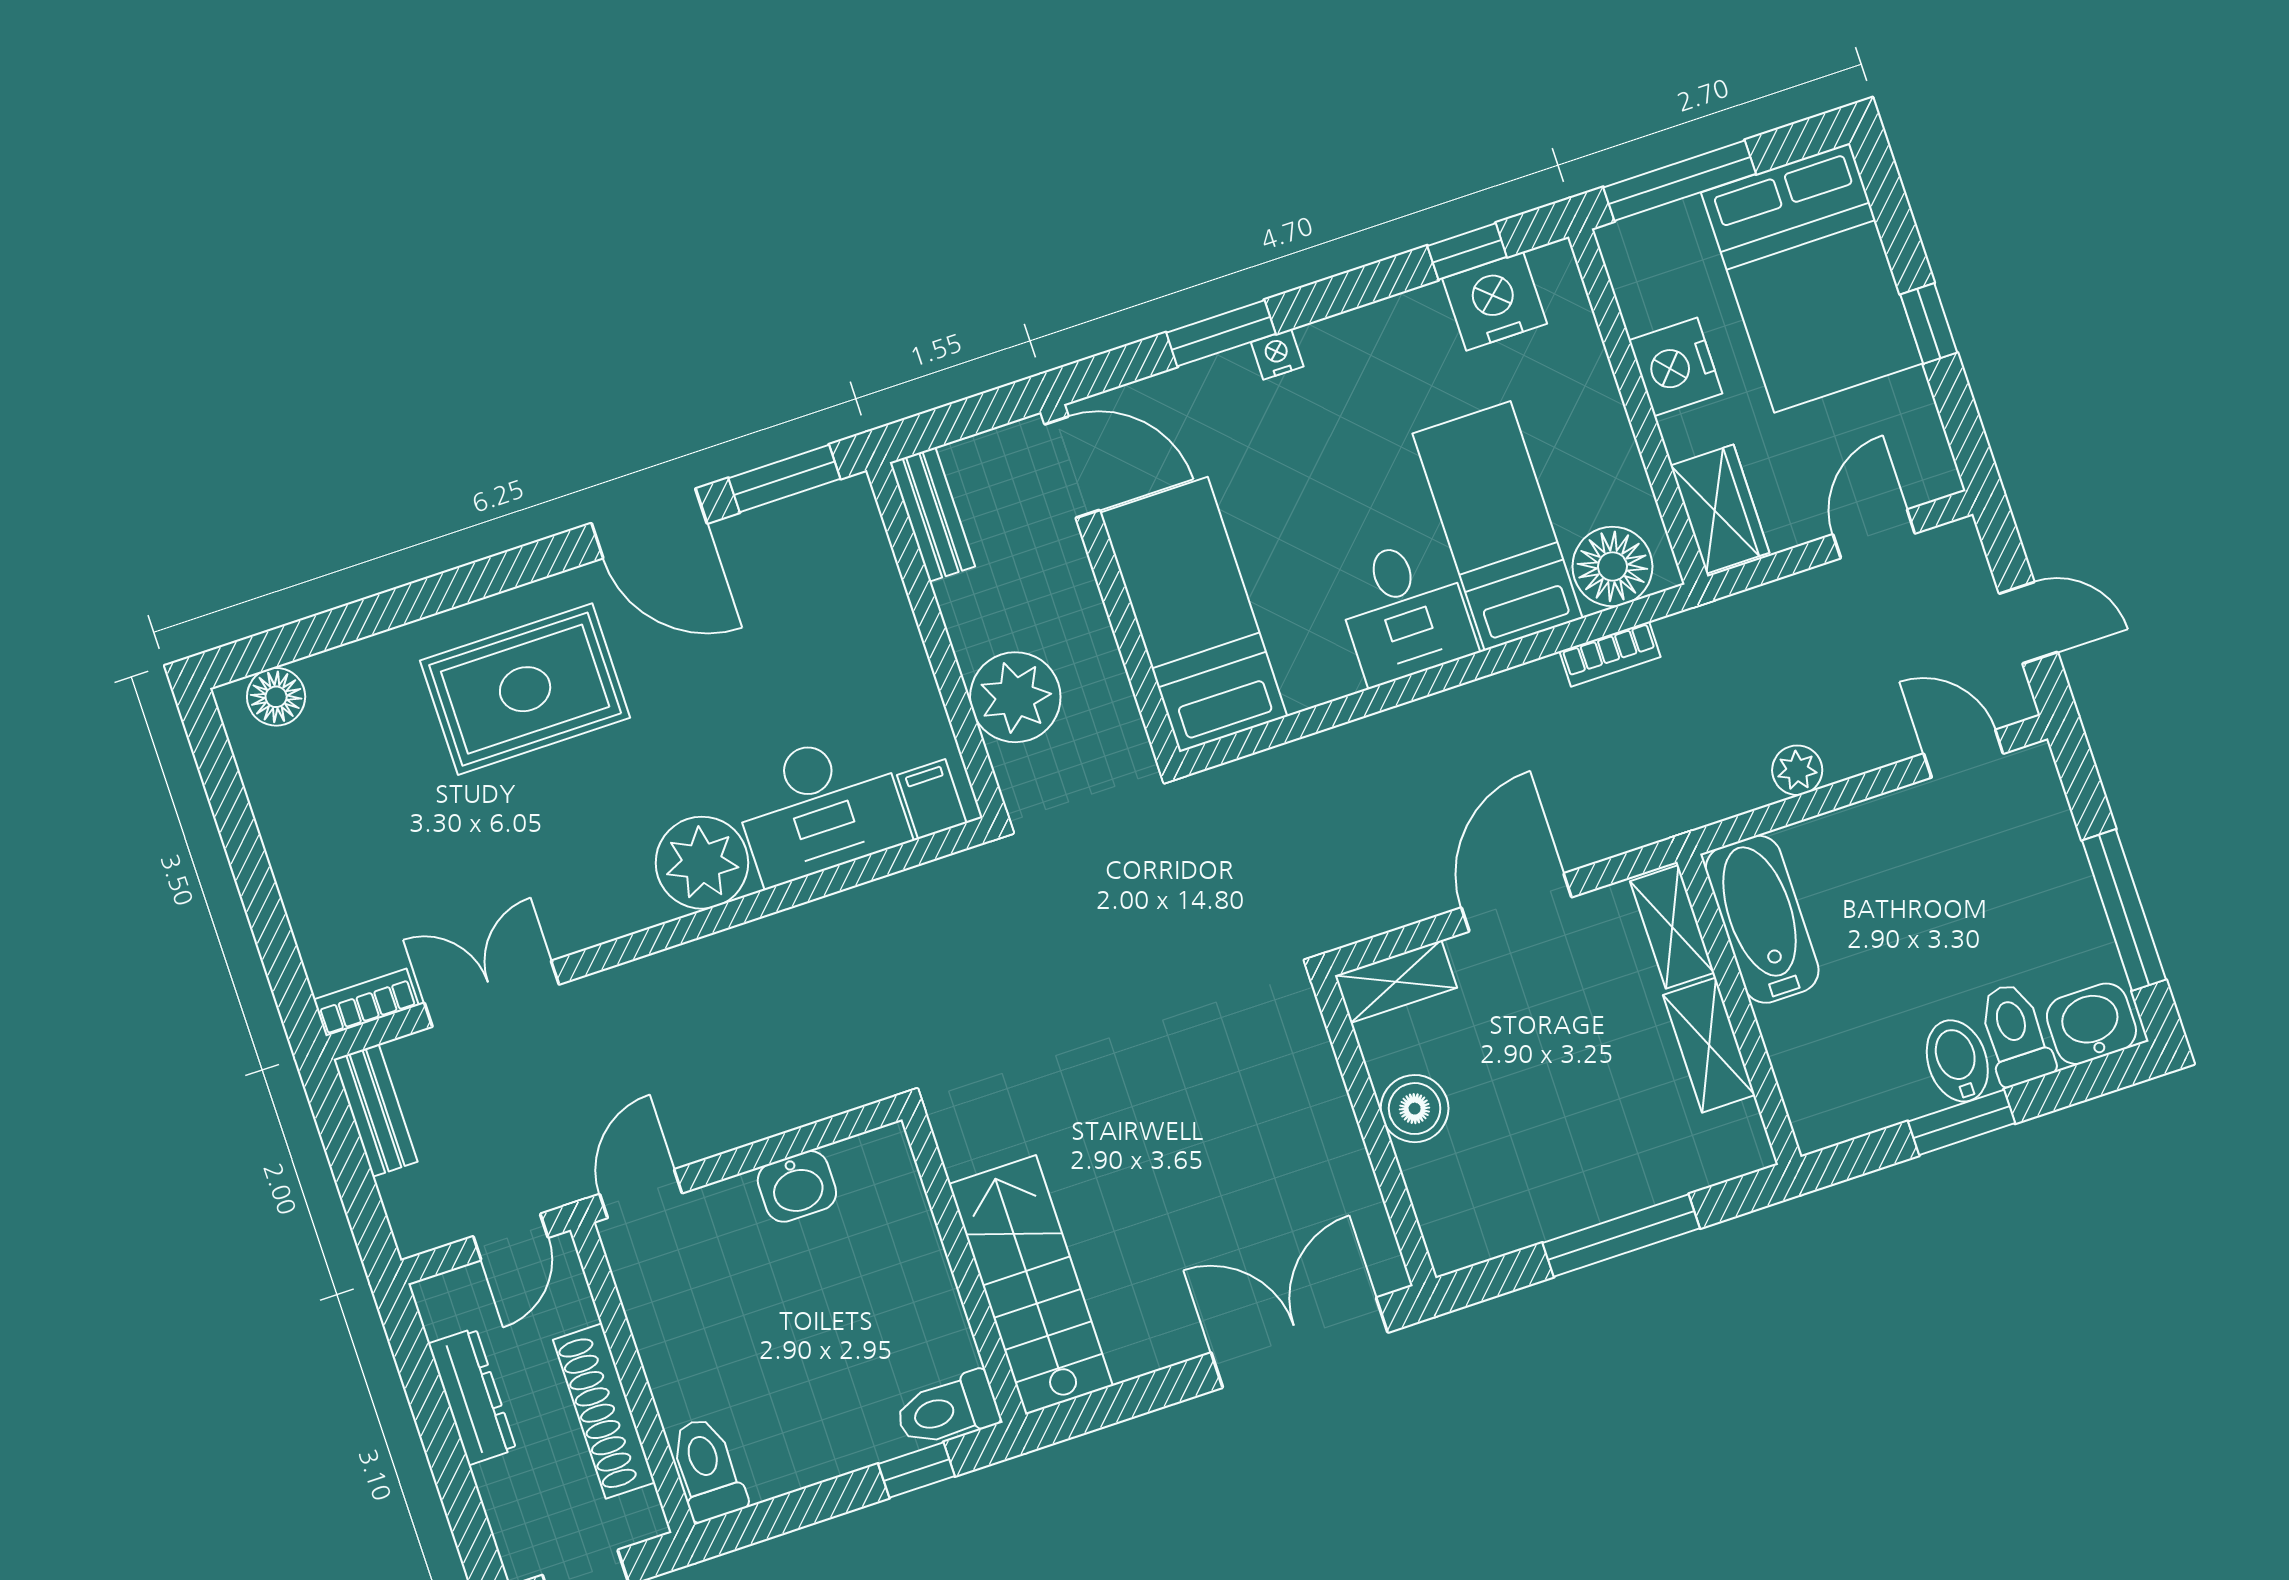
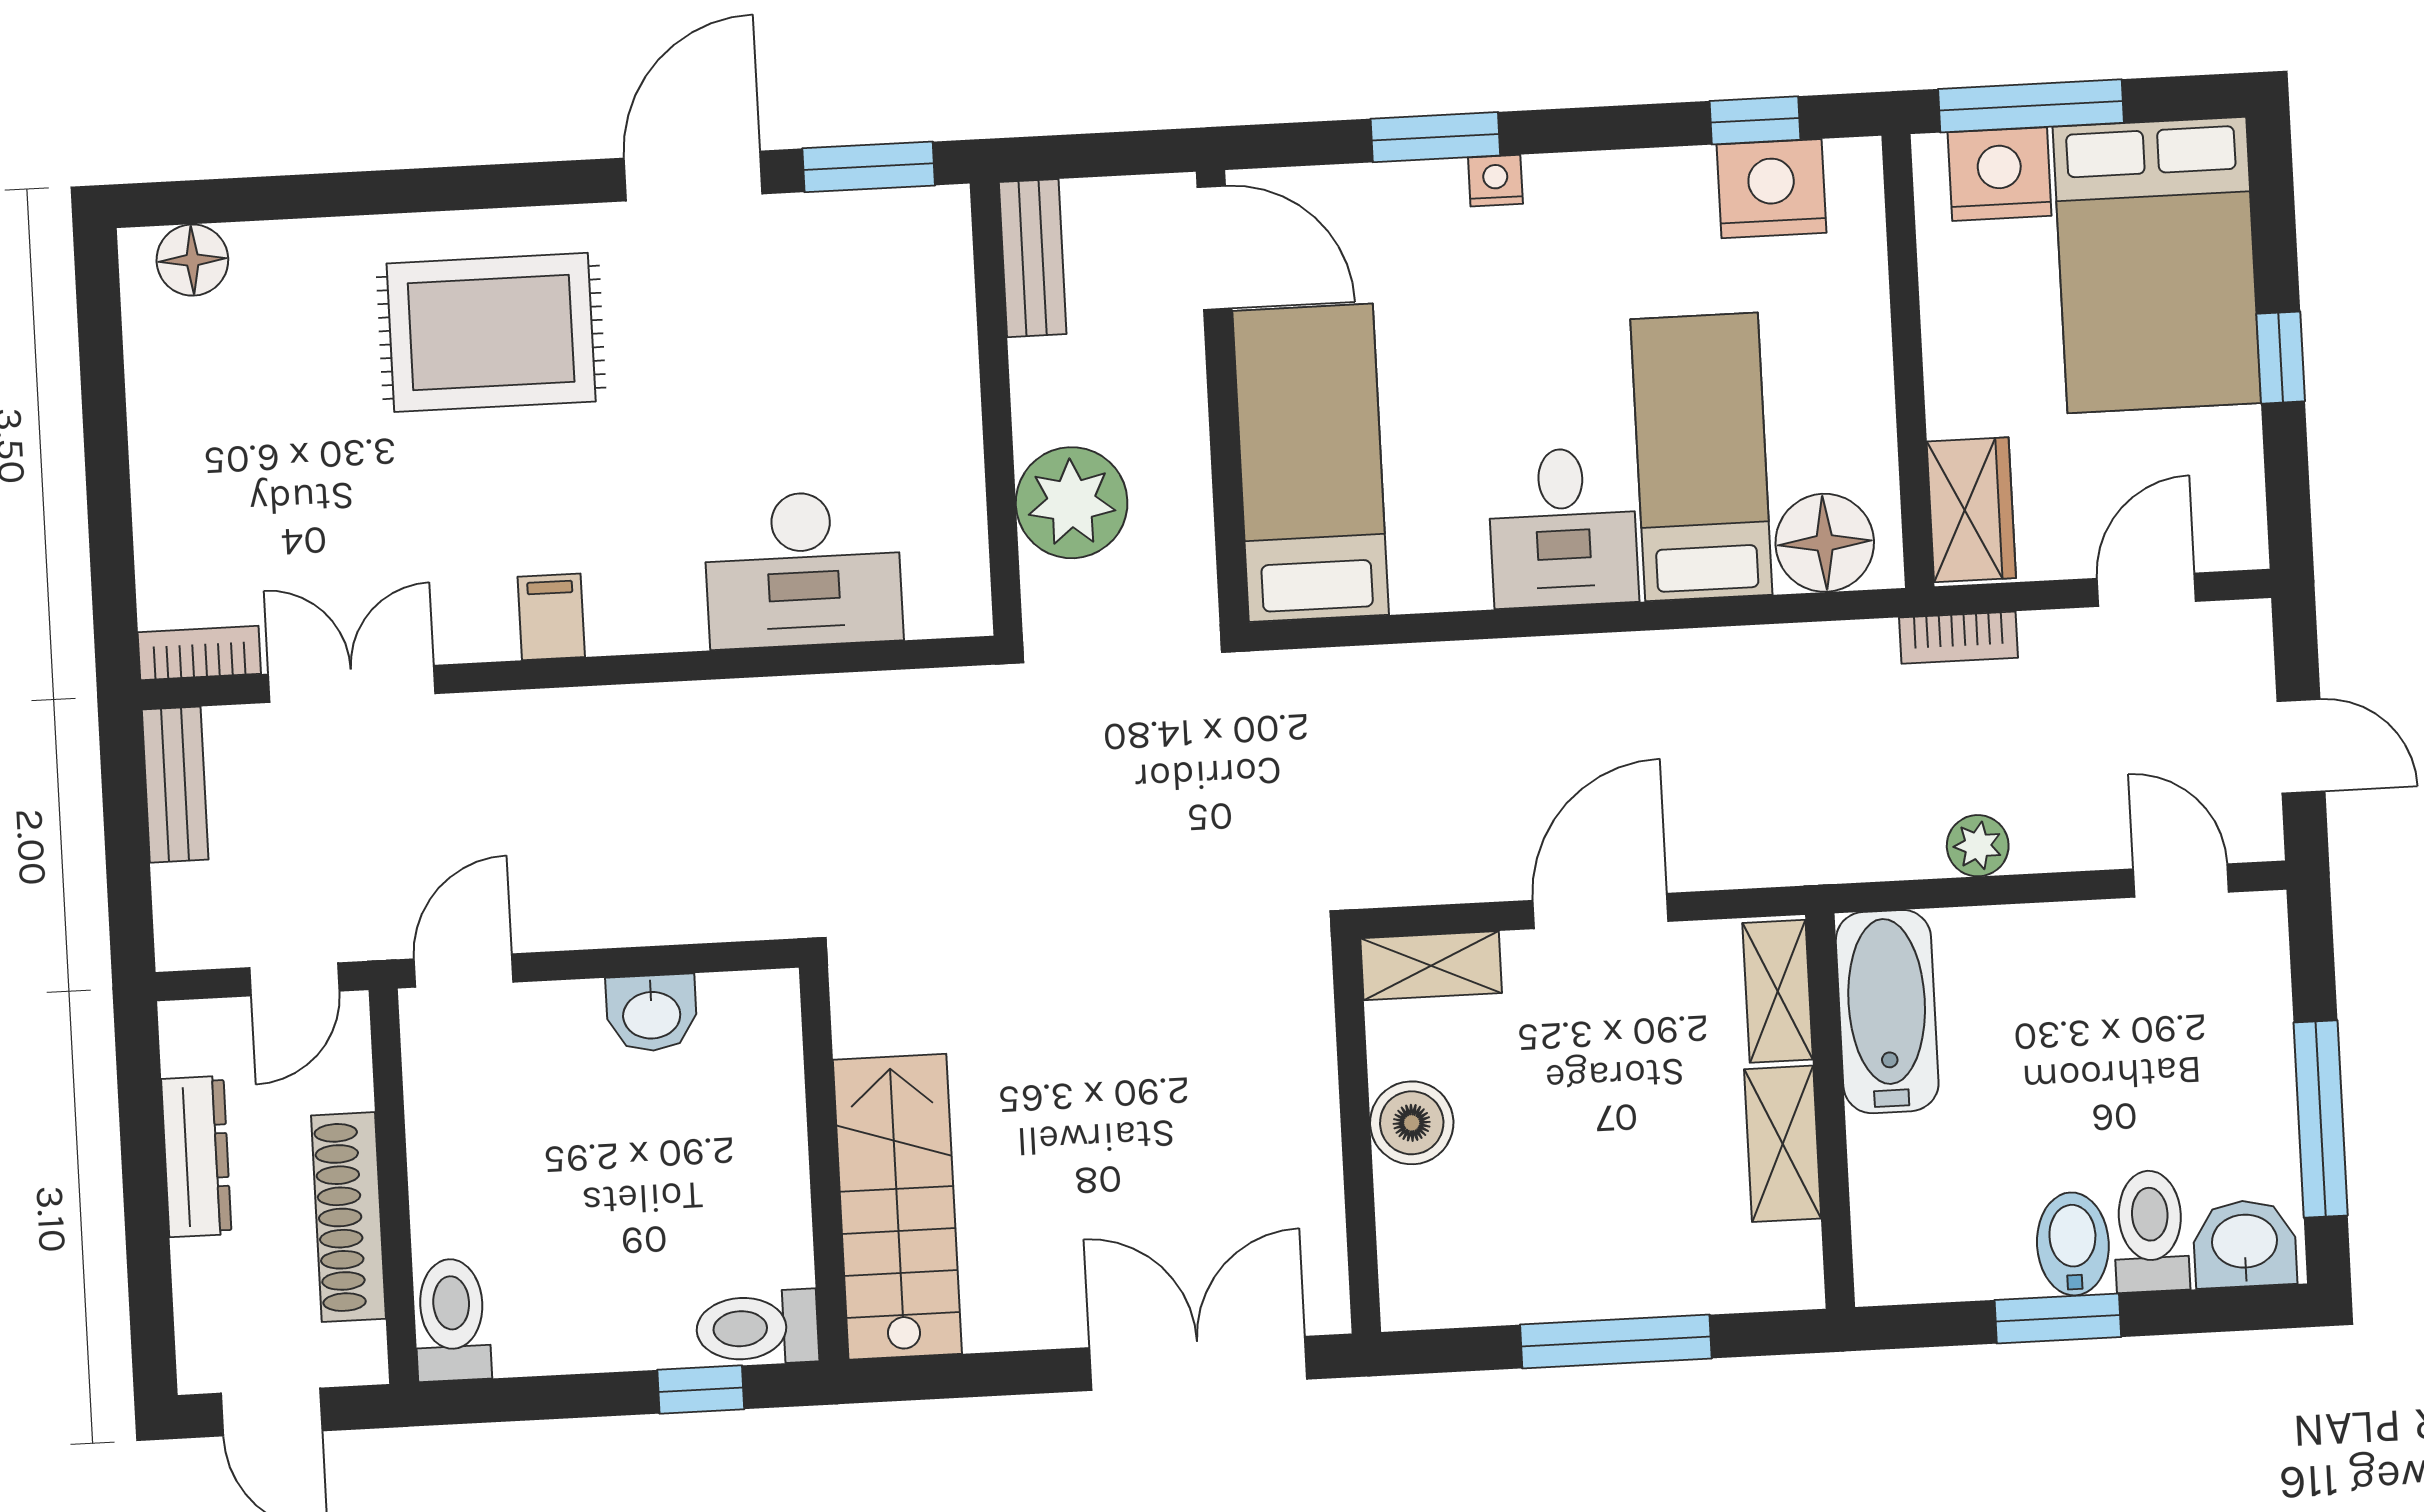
nightstand: (1676, 367) -> (2000, 174), moved, turned 90
door: (649, 523) -> (693, 176), swing flipped
bookcase: (1610, 654) -> (1958, 638), moved
filing cabinet: (932, 799) -> (551, 617), moved
plant: (702, 863) -> (645, 597), removed

